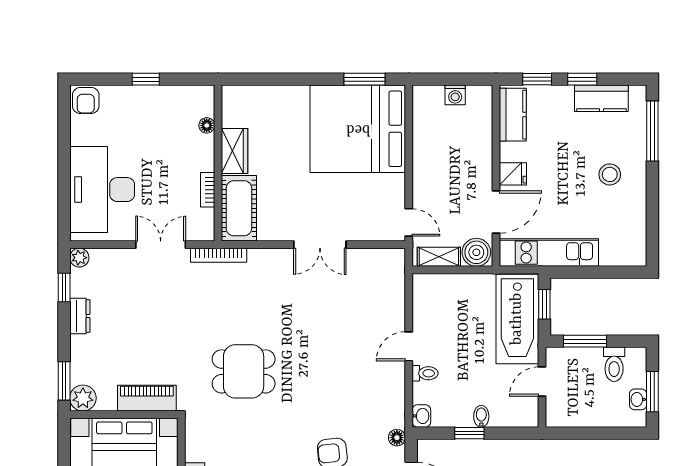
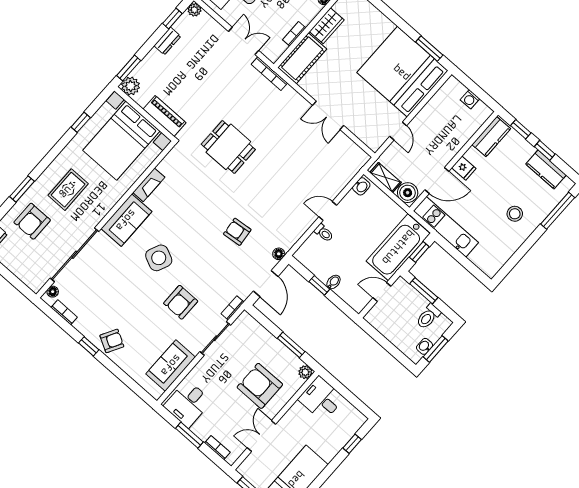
door: (409, 222) -> (398, 131), moved
washbasin: (421, 416) -> (361, 186), moved

